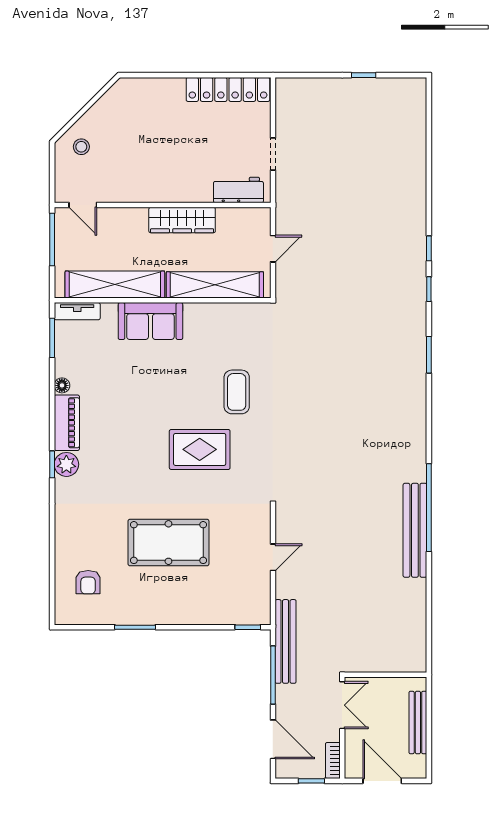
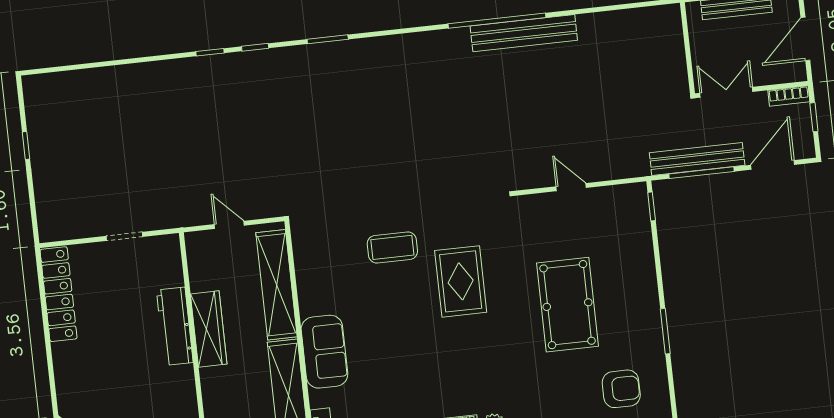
workbench: (238, 190) -> (175, 326), moved, width x1.38
armchair: (88, 582) -> (621, 389), width x1.38, depth x1.38
bench: (286, 641) -> (697, 159), moved

